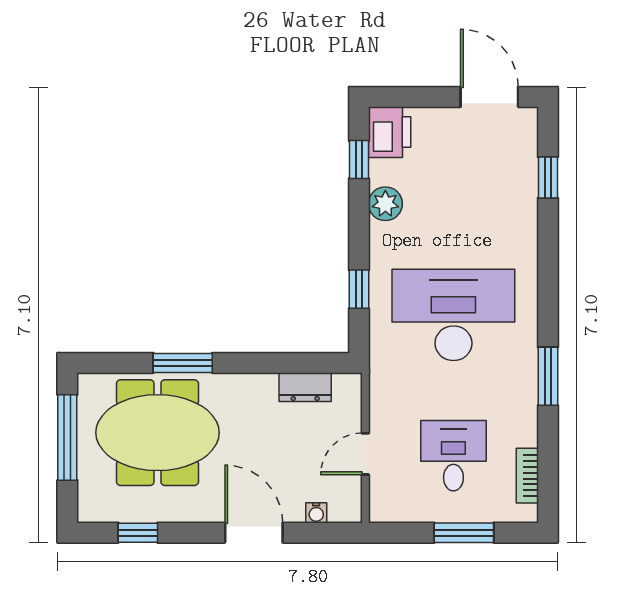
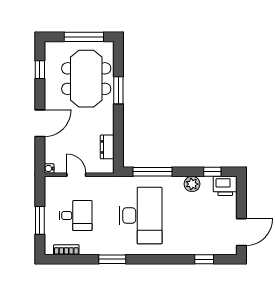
window: (359, 289) -> (153, 172), width x2.17
water cooler: (316, 513) -> (49, 168), moved

